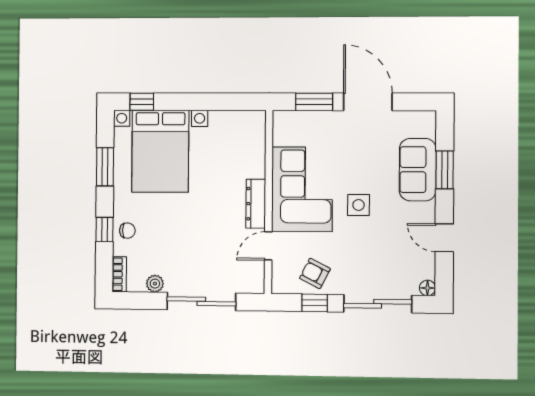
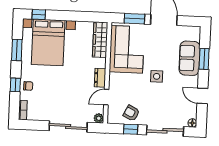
wardrobe: (253, 142) -> (100, 40), added
corner sofa: (302, 189) -> (127, 49), moved
dresser: (256, 204) -> (100, 78), width x0.70
plant: (155, 284) -> (99, 118), moved

